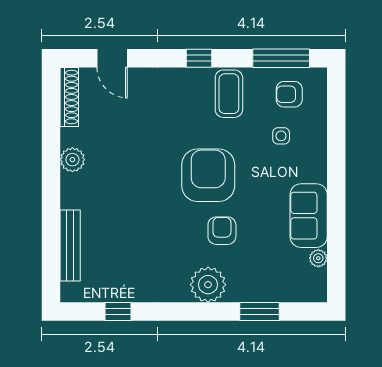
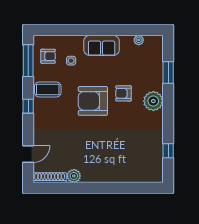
armchair: (289, 94) -> (48, 56), turned -90
plant: (72, 160) -> (74, 176), moved
sofa: (309, 216) -> (102, 45), moved
bench: (70, 246) -> (132, 177), removed

